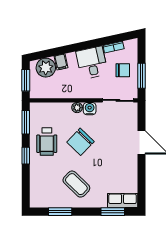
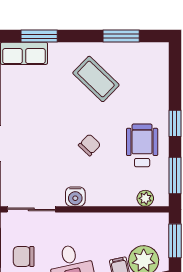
plant: (77, 108) -> (145, 198), moved
chair: (80, 142) -> (90, 145), width x0.54, depth x0.54

